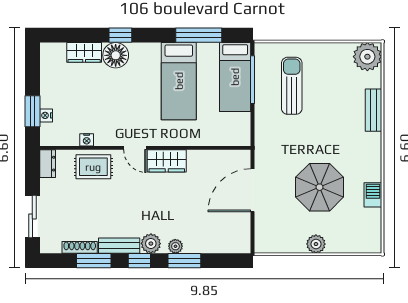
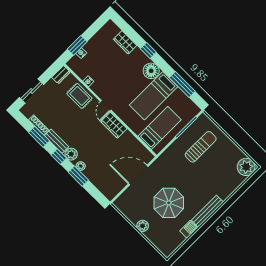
floor lamp: (116, 55) -> (151, 71), moved
bed: (235, 77) -> (160, 128), moved, turned 180
bench: (373, 110) -> (207, 211), moved, width x1.36

